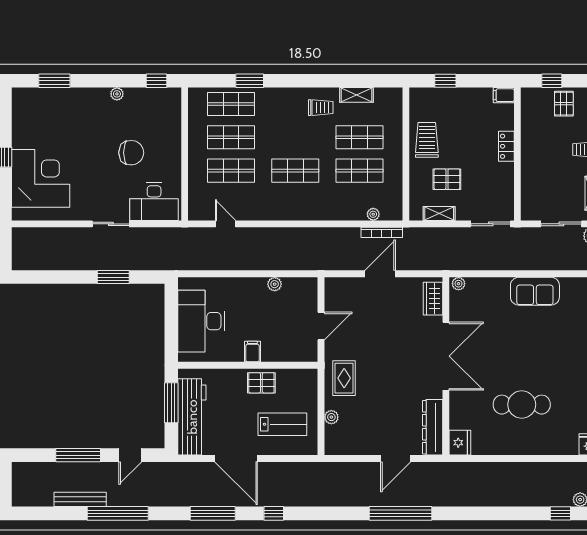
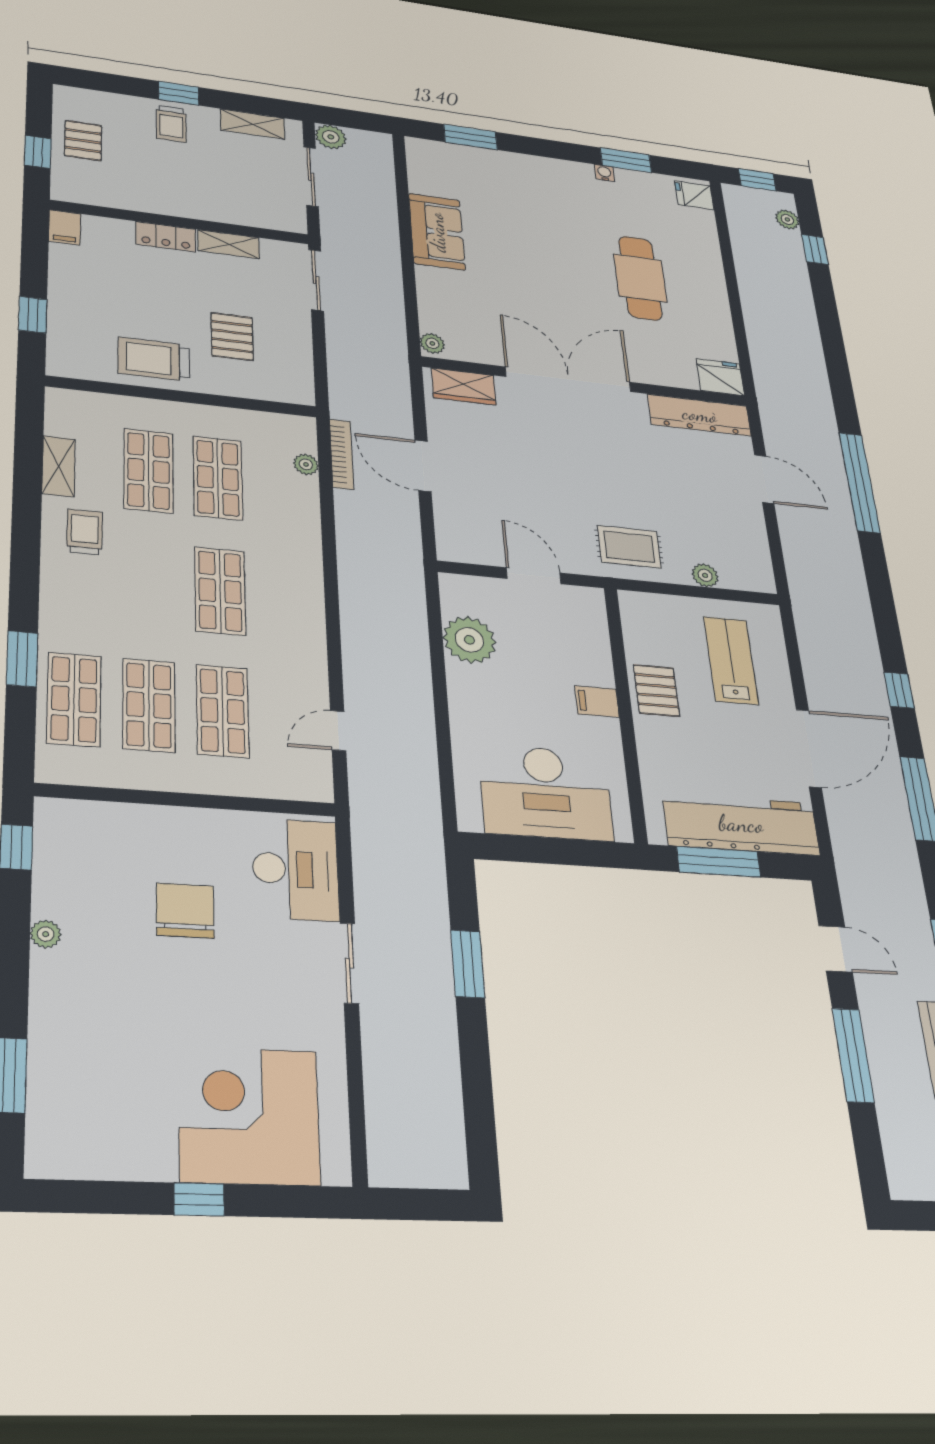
pallet: (564, 104) -> (83, 141), turned 90
shelving: (439, 213) -> (229, 244), moved, turned 90
plant: (275, 284) -> (469, 640), width x1.88, depth x1.88

